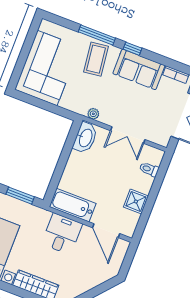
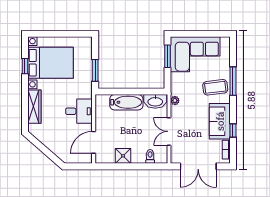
window: (133, 49) -> (233, 130), moved
window: (37, 102) -> (168, 56), added
bathtub: (73, 205) -> (126, 102), moved, turned 90

